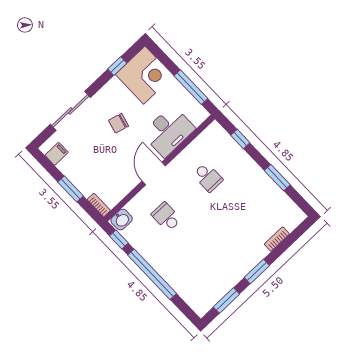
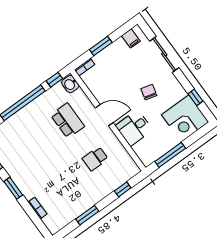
desk: (168, 131) -> (134, 128), width x0.73
school desk: (166, 217) -> (68, 121), width x1.85

